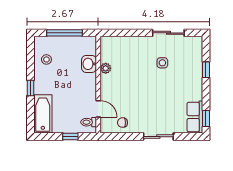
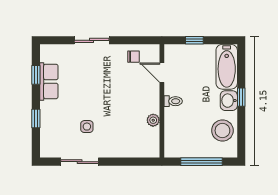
stool: (46, 59) -> (222, 131), width x1.89, depth x1.89
washbasin: (89, 64) -> (229, 101), moved, turned 180
row of seats: (195, 117) -> (49, 81), moved
window: (206, 119) -> (36, 75), moved
toilet: (89, 122) -> (173, 101), moved

